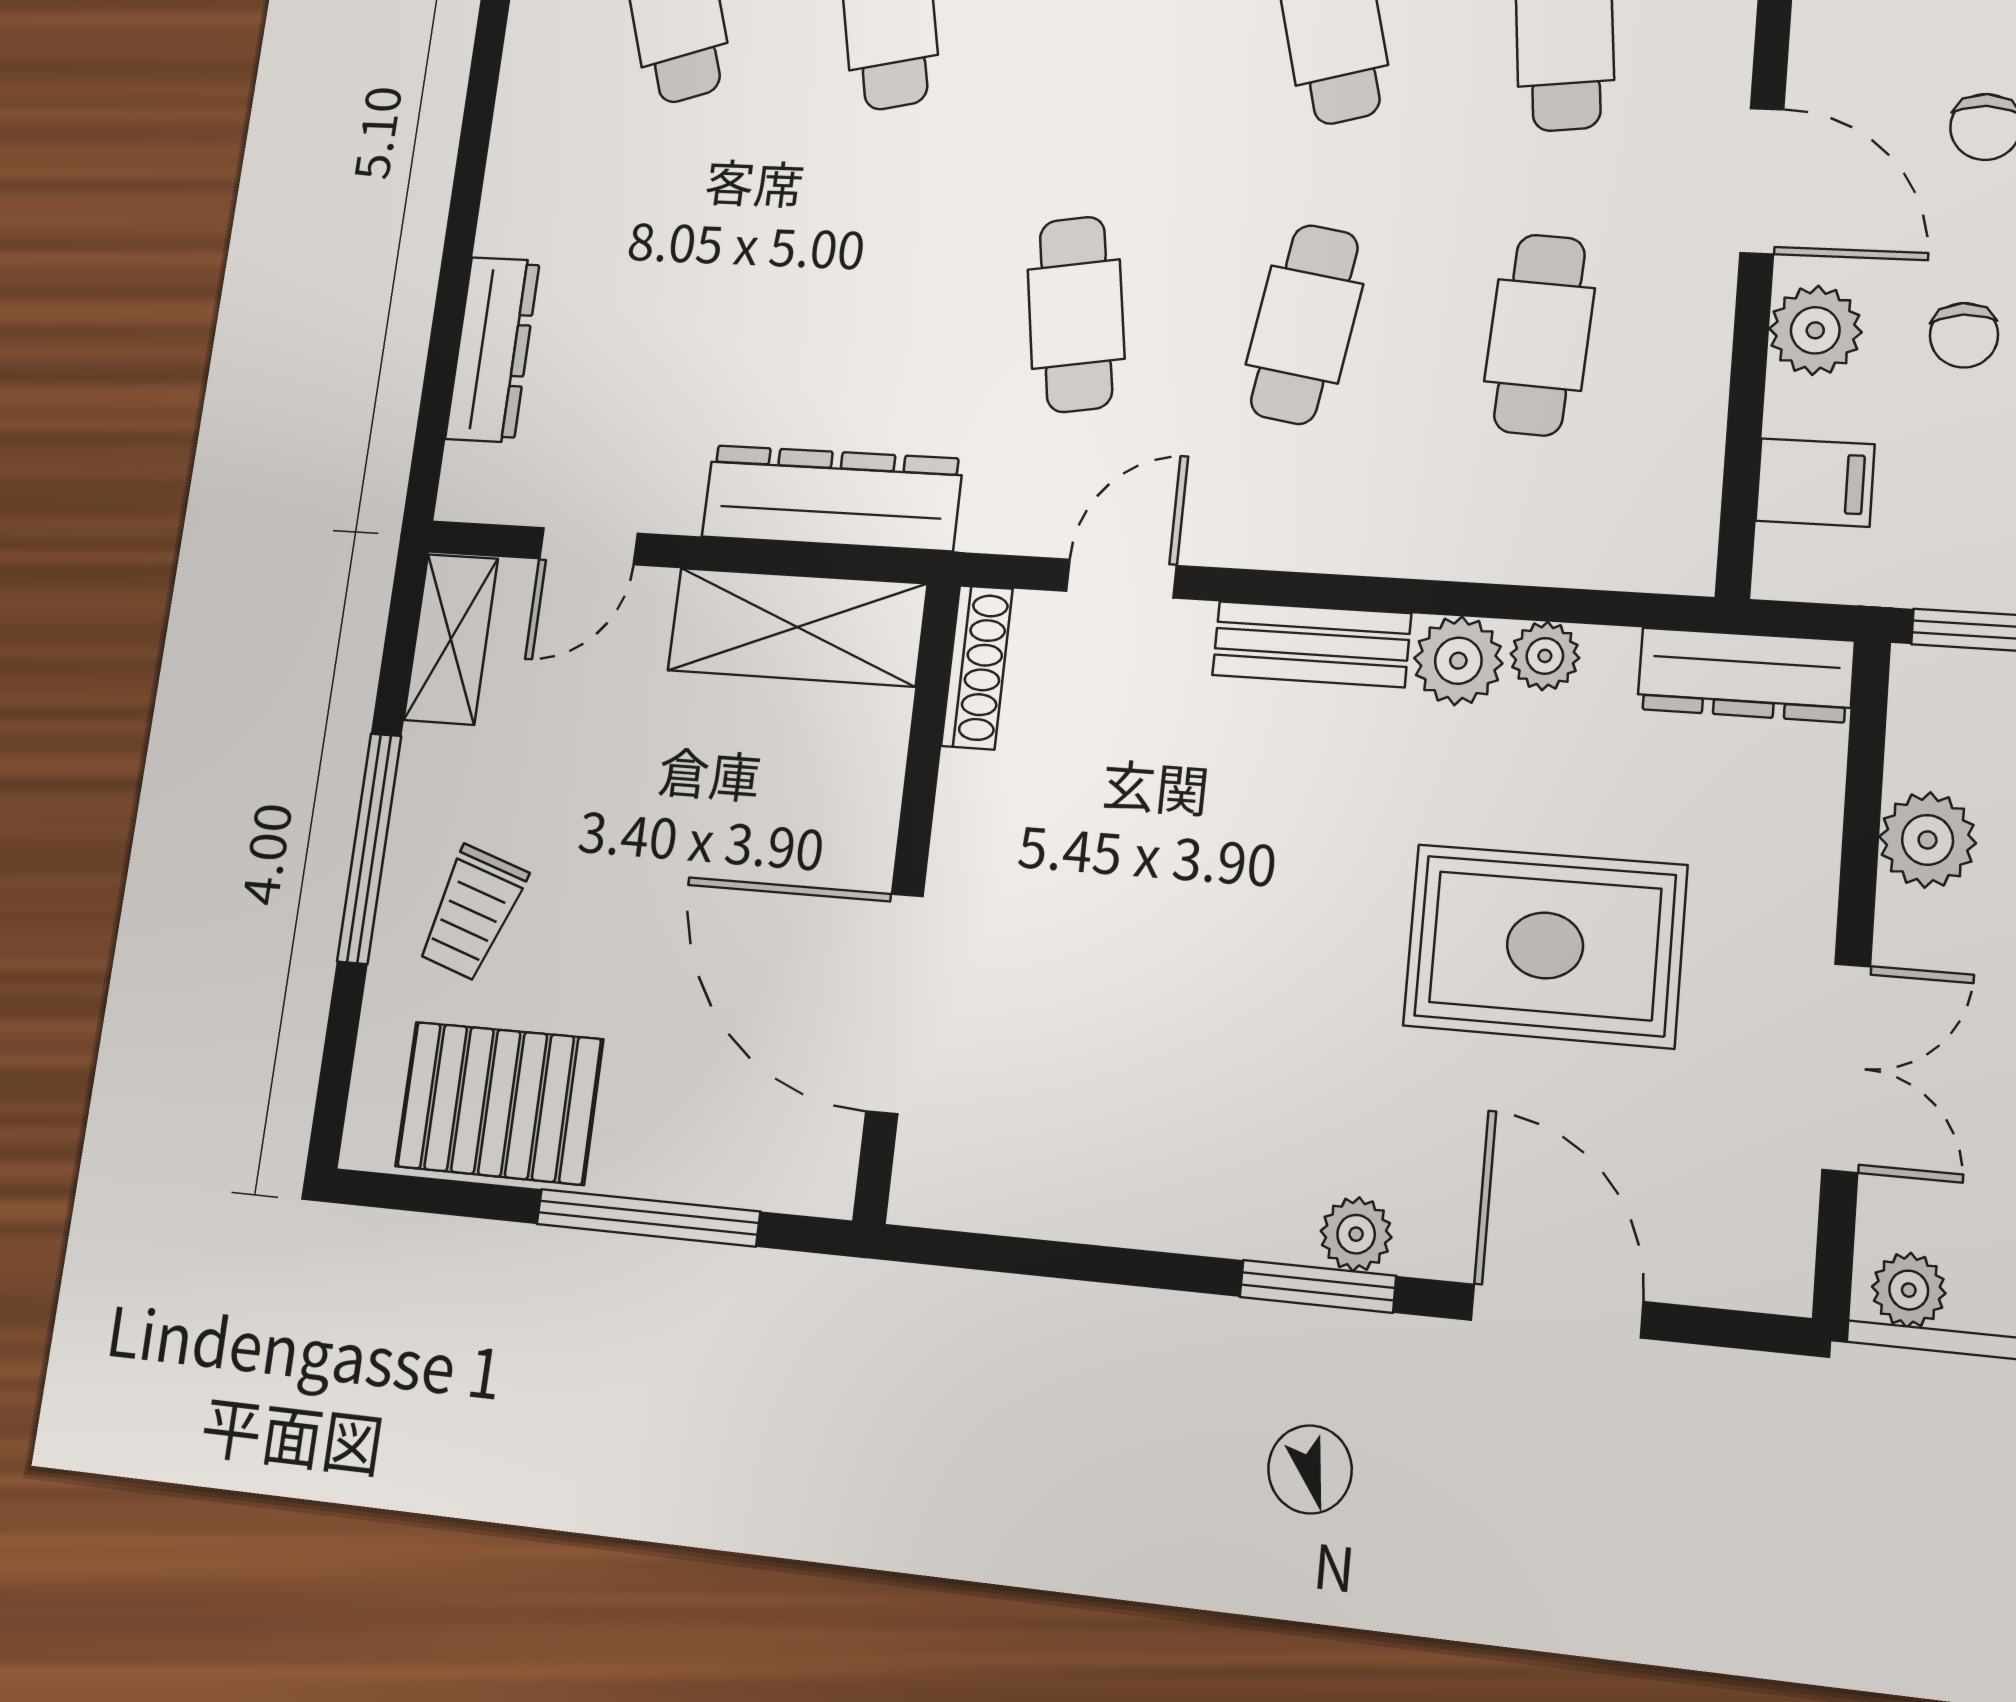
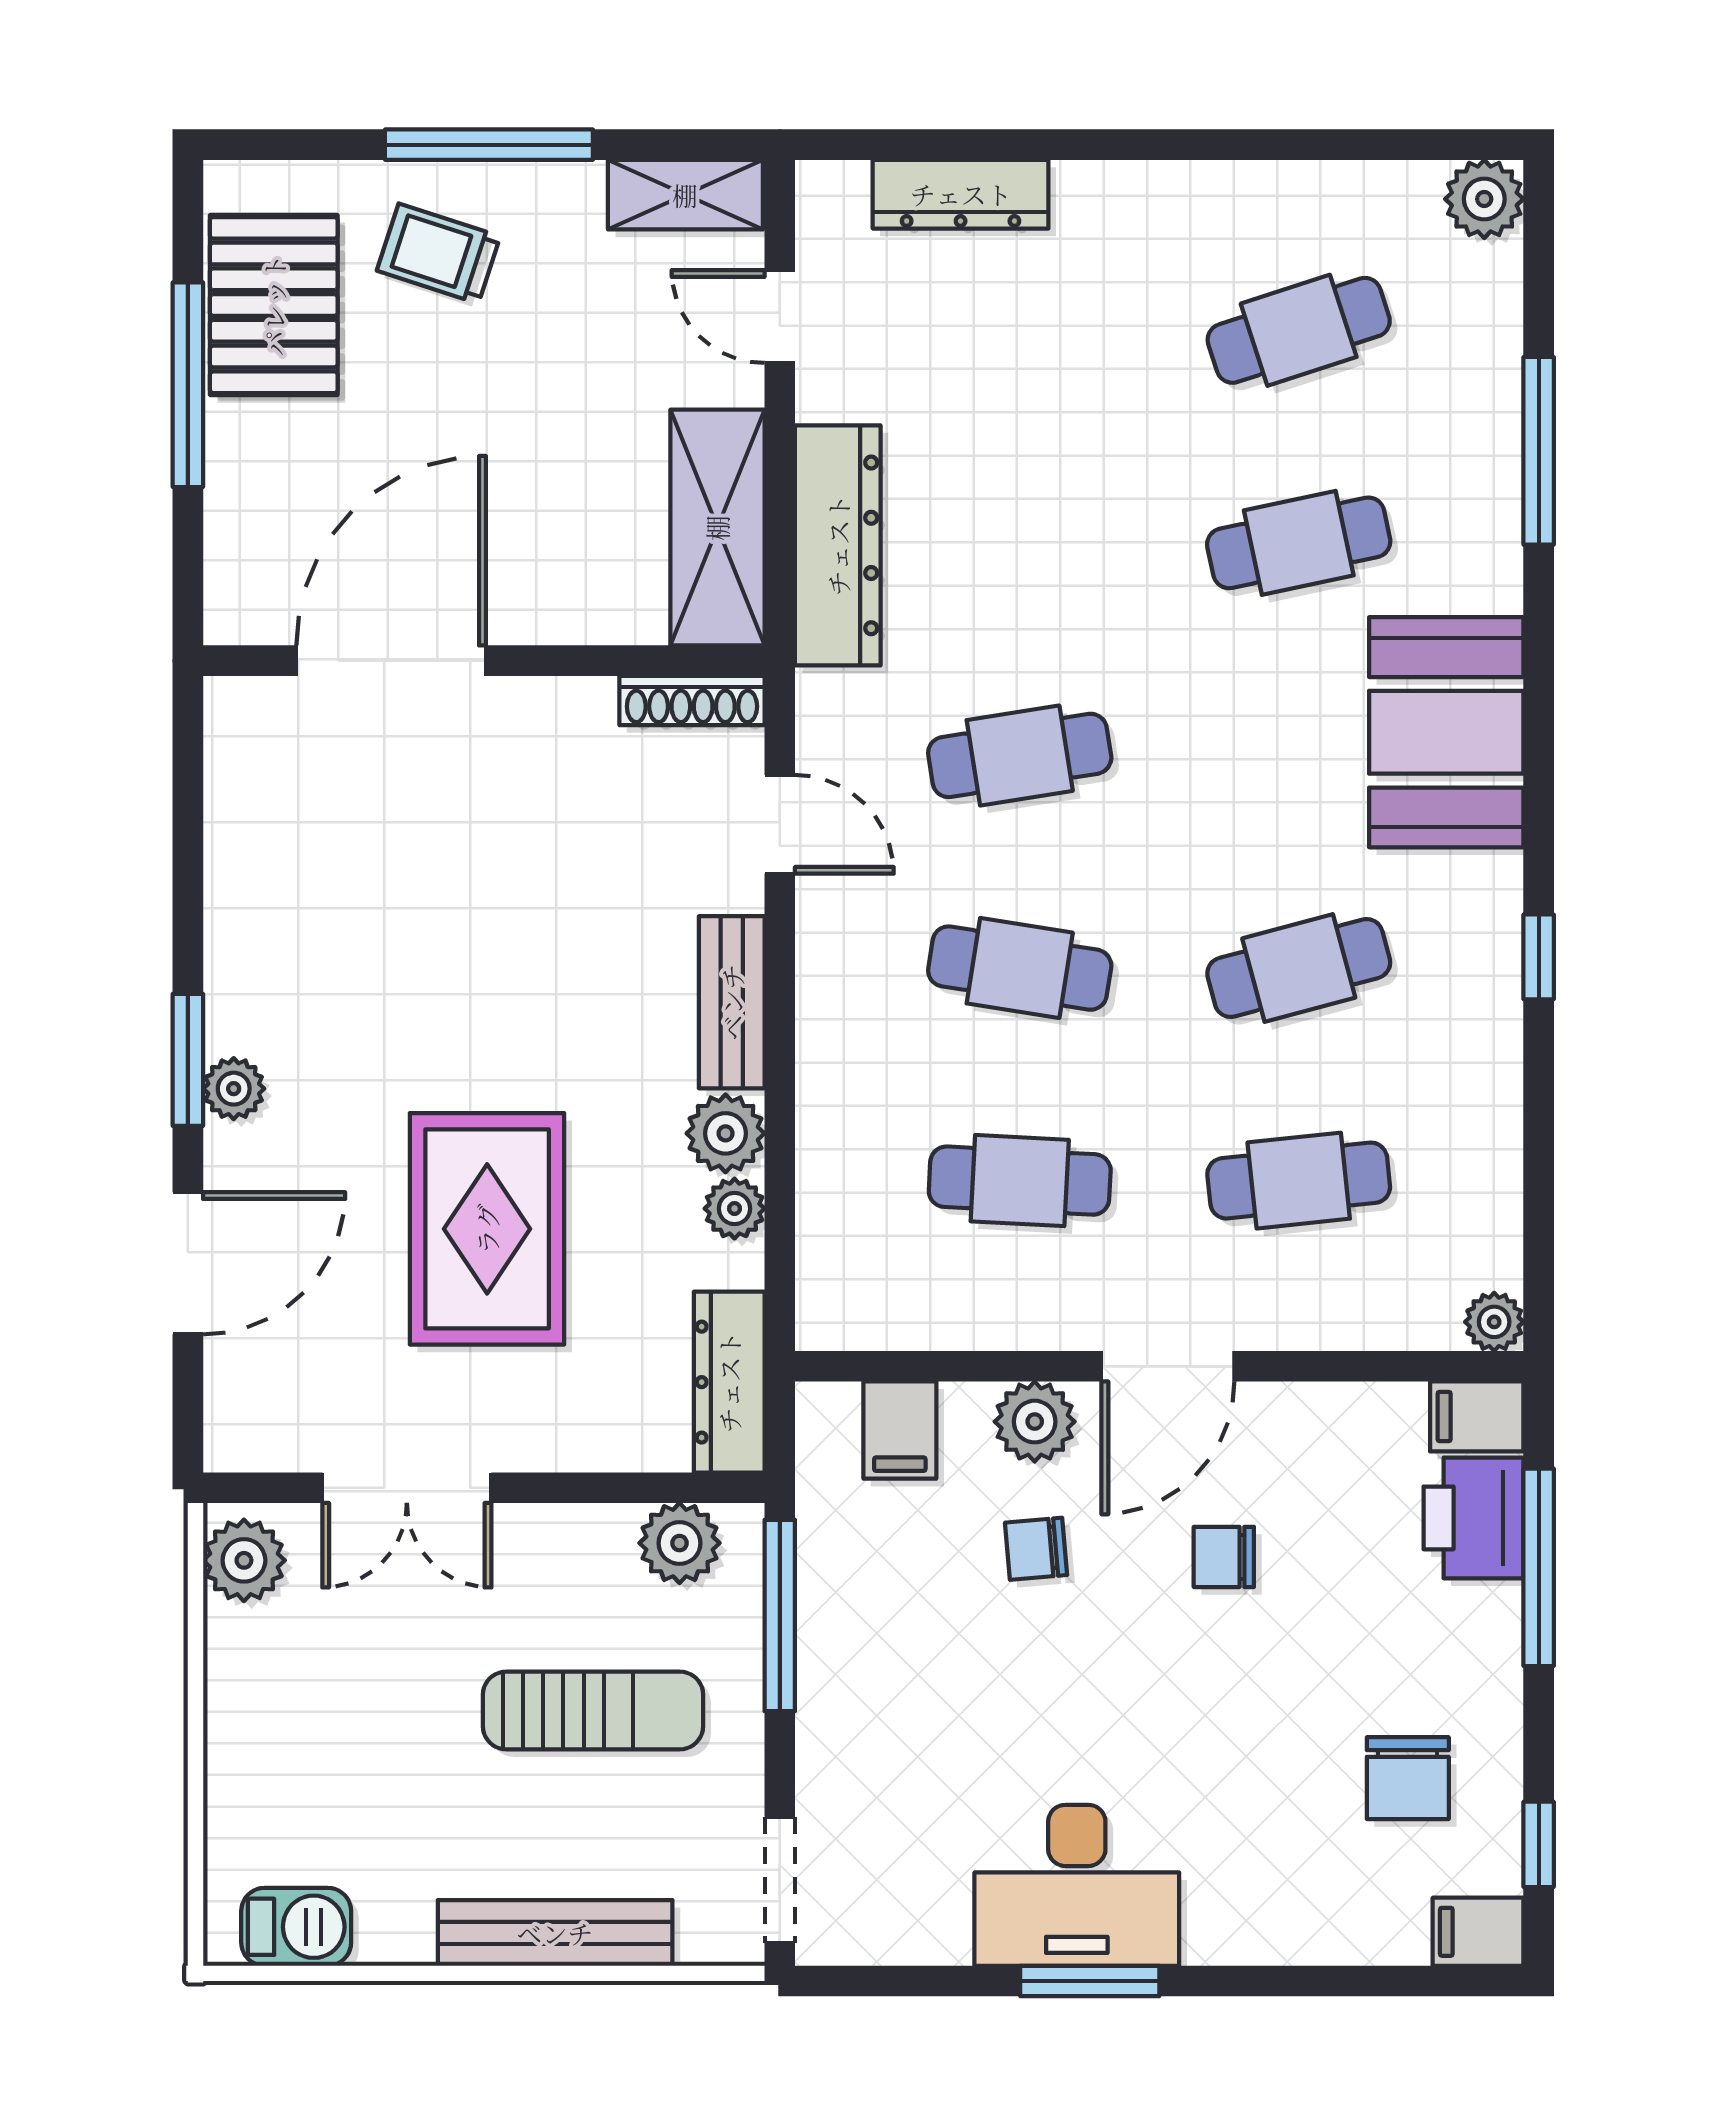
plant: (1928, 840) -> (680, 1543), moved
window: (648, 1218) -> (188, 385), moved
plant: (1909, 1290) -> (244, 1560), width x1.38, depth x1.38

